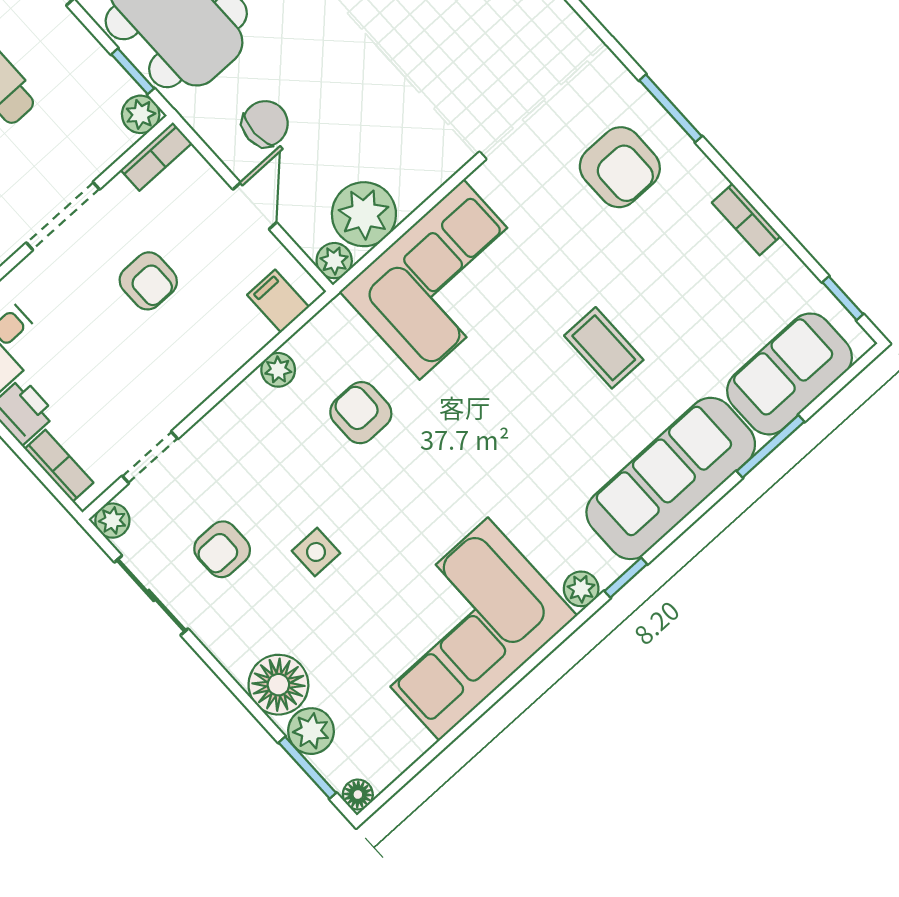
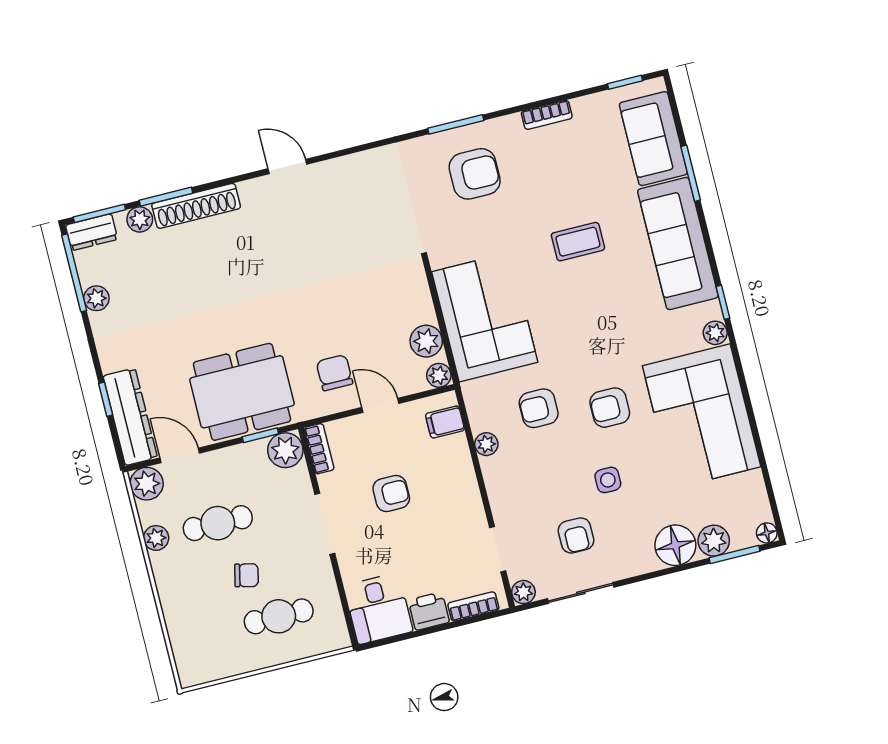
plant: (141, 114) -> (285, 450), width x1.38, depth x1.38
plant: (364, 214) -> (426, 341), width x0.73, depth x0.73
armchair: (411, 504) -> (610, 408), added

